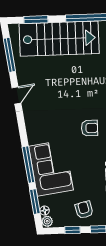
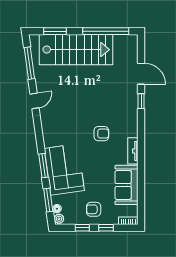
window: (28, 165) -> (43, 166), width x0.69
armchair: (84, 210) -> (94, 209), turned -76

